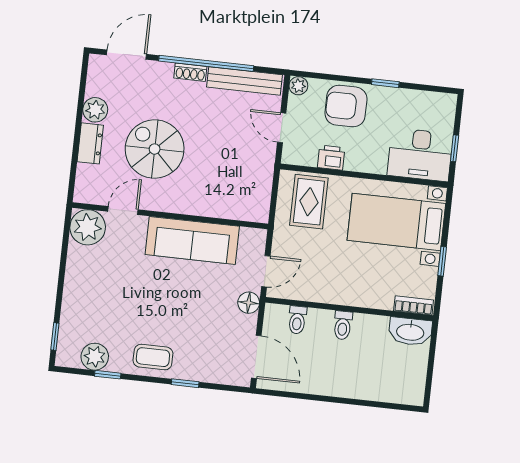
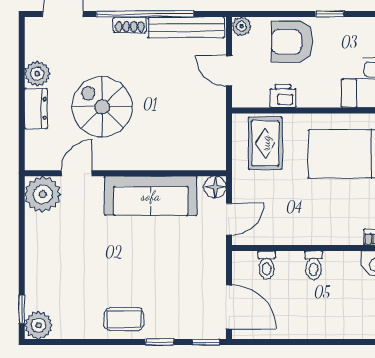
floor lamp: (249, 303) -> (215, 187), moved
plant: (95, 357) -> (39, 325), moved
window: (108, 375) -> (206, 342), moved

